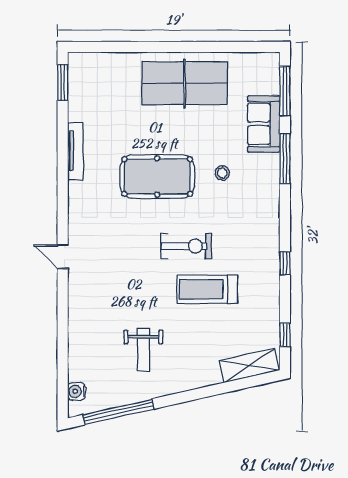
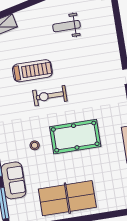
weight bench: (143, 350) -> (66, 26), turned -90

